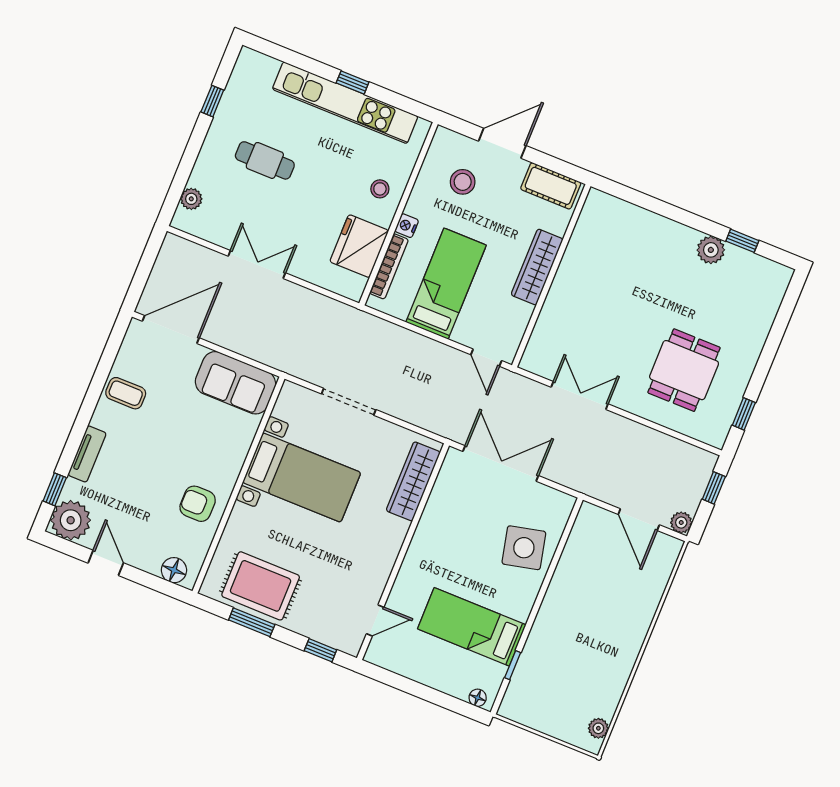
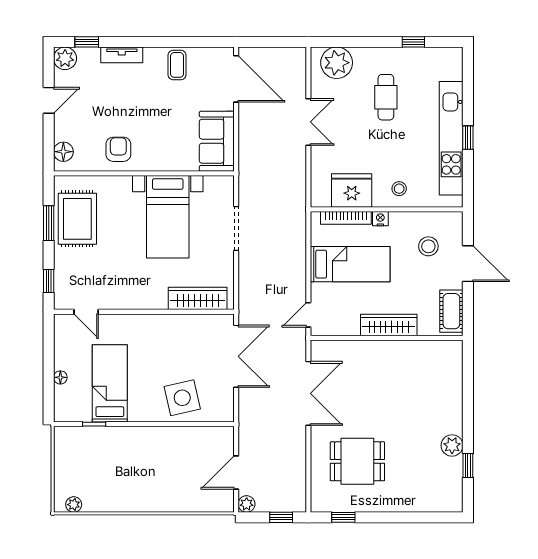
plant: (191, 199) -> (337, 63), width x1.87, depth x1.87
double door: (580, 396) -> (308, 393), width x1.37
plant: (71, 520) -> (65, 58), width x0.73, depth x0.73
floor lamp: (478, 698) -> (60, 377), moved

